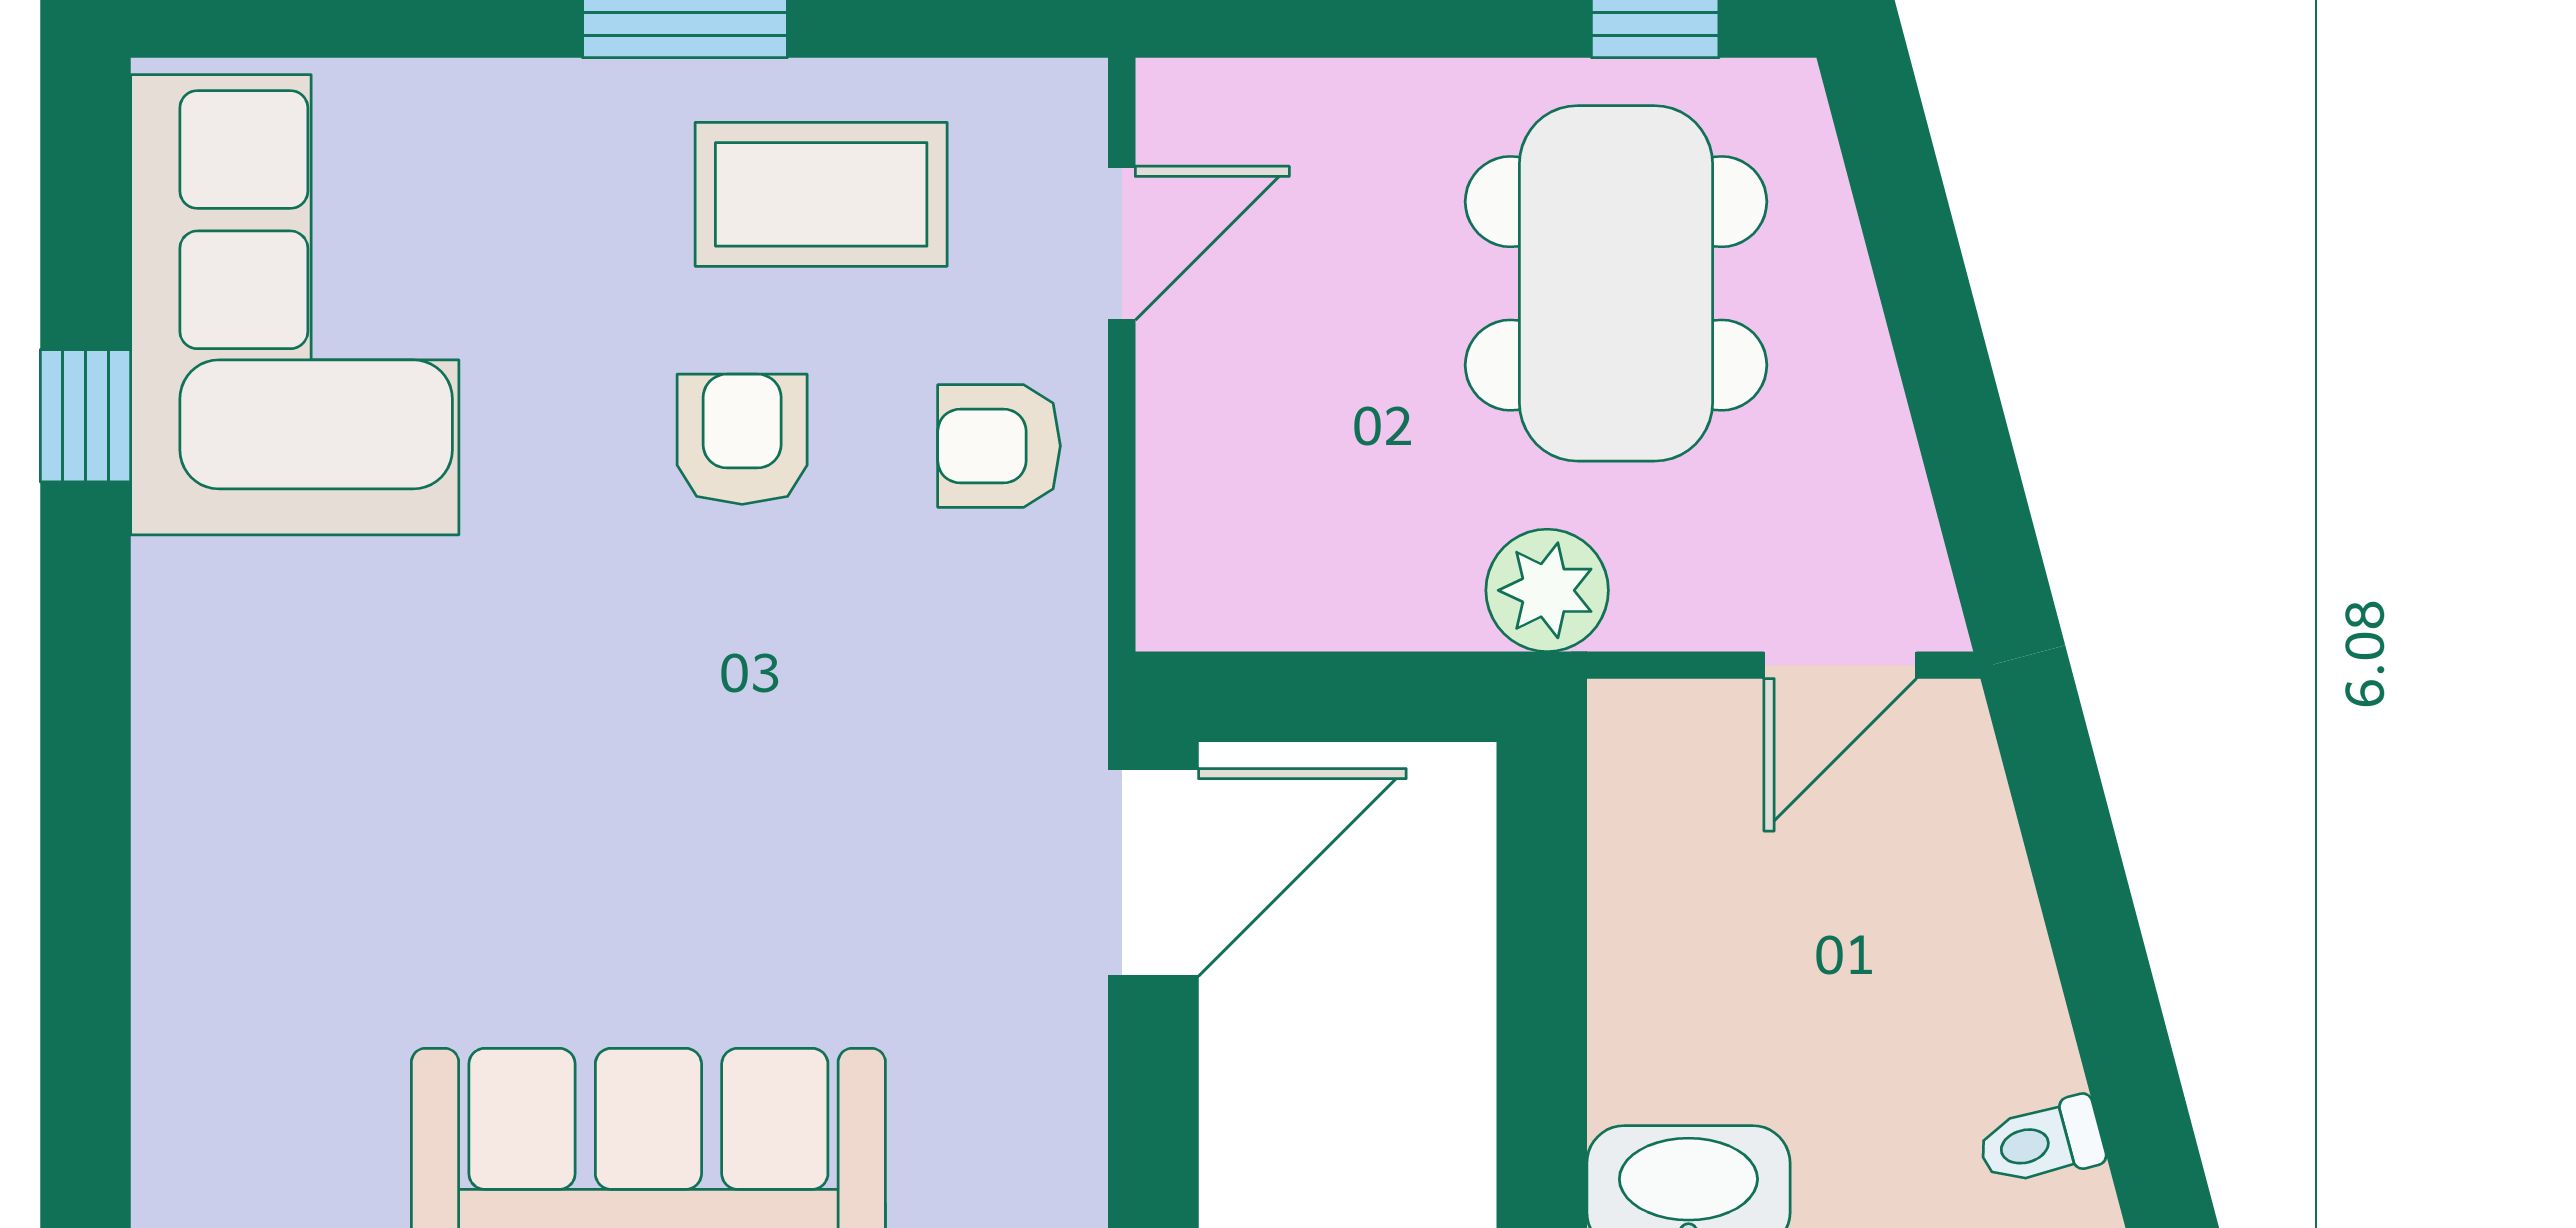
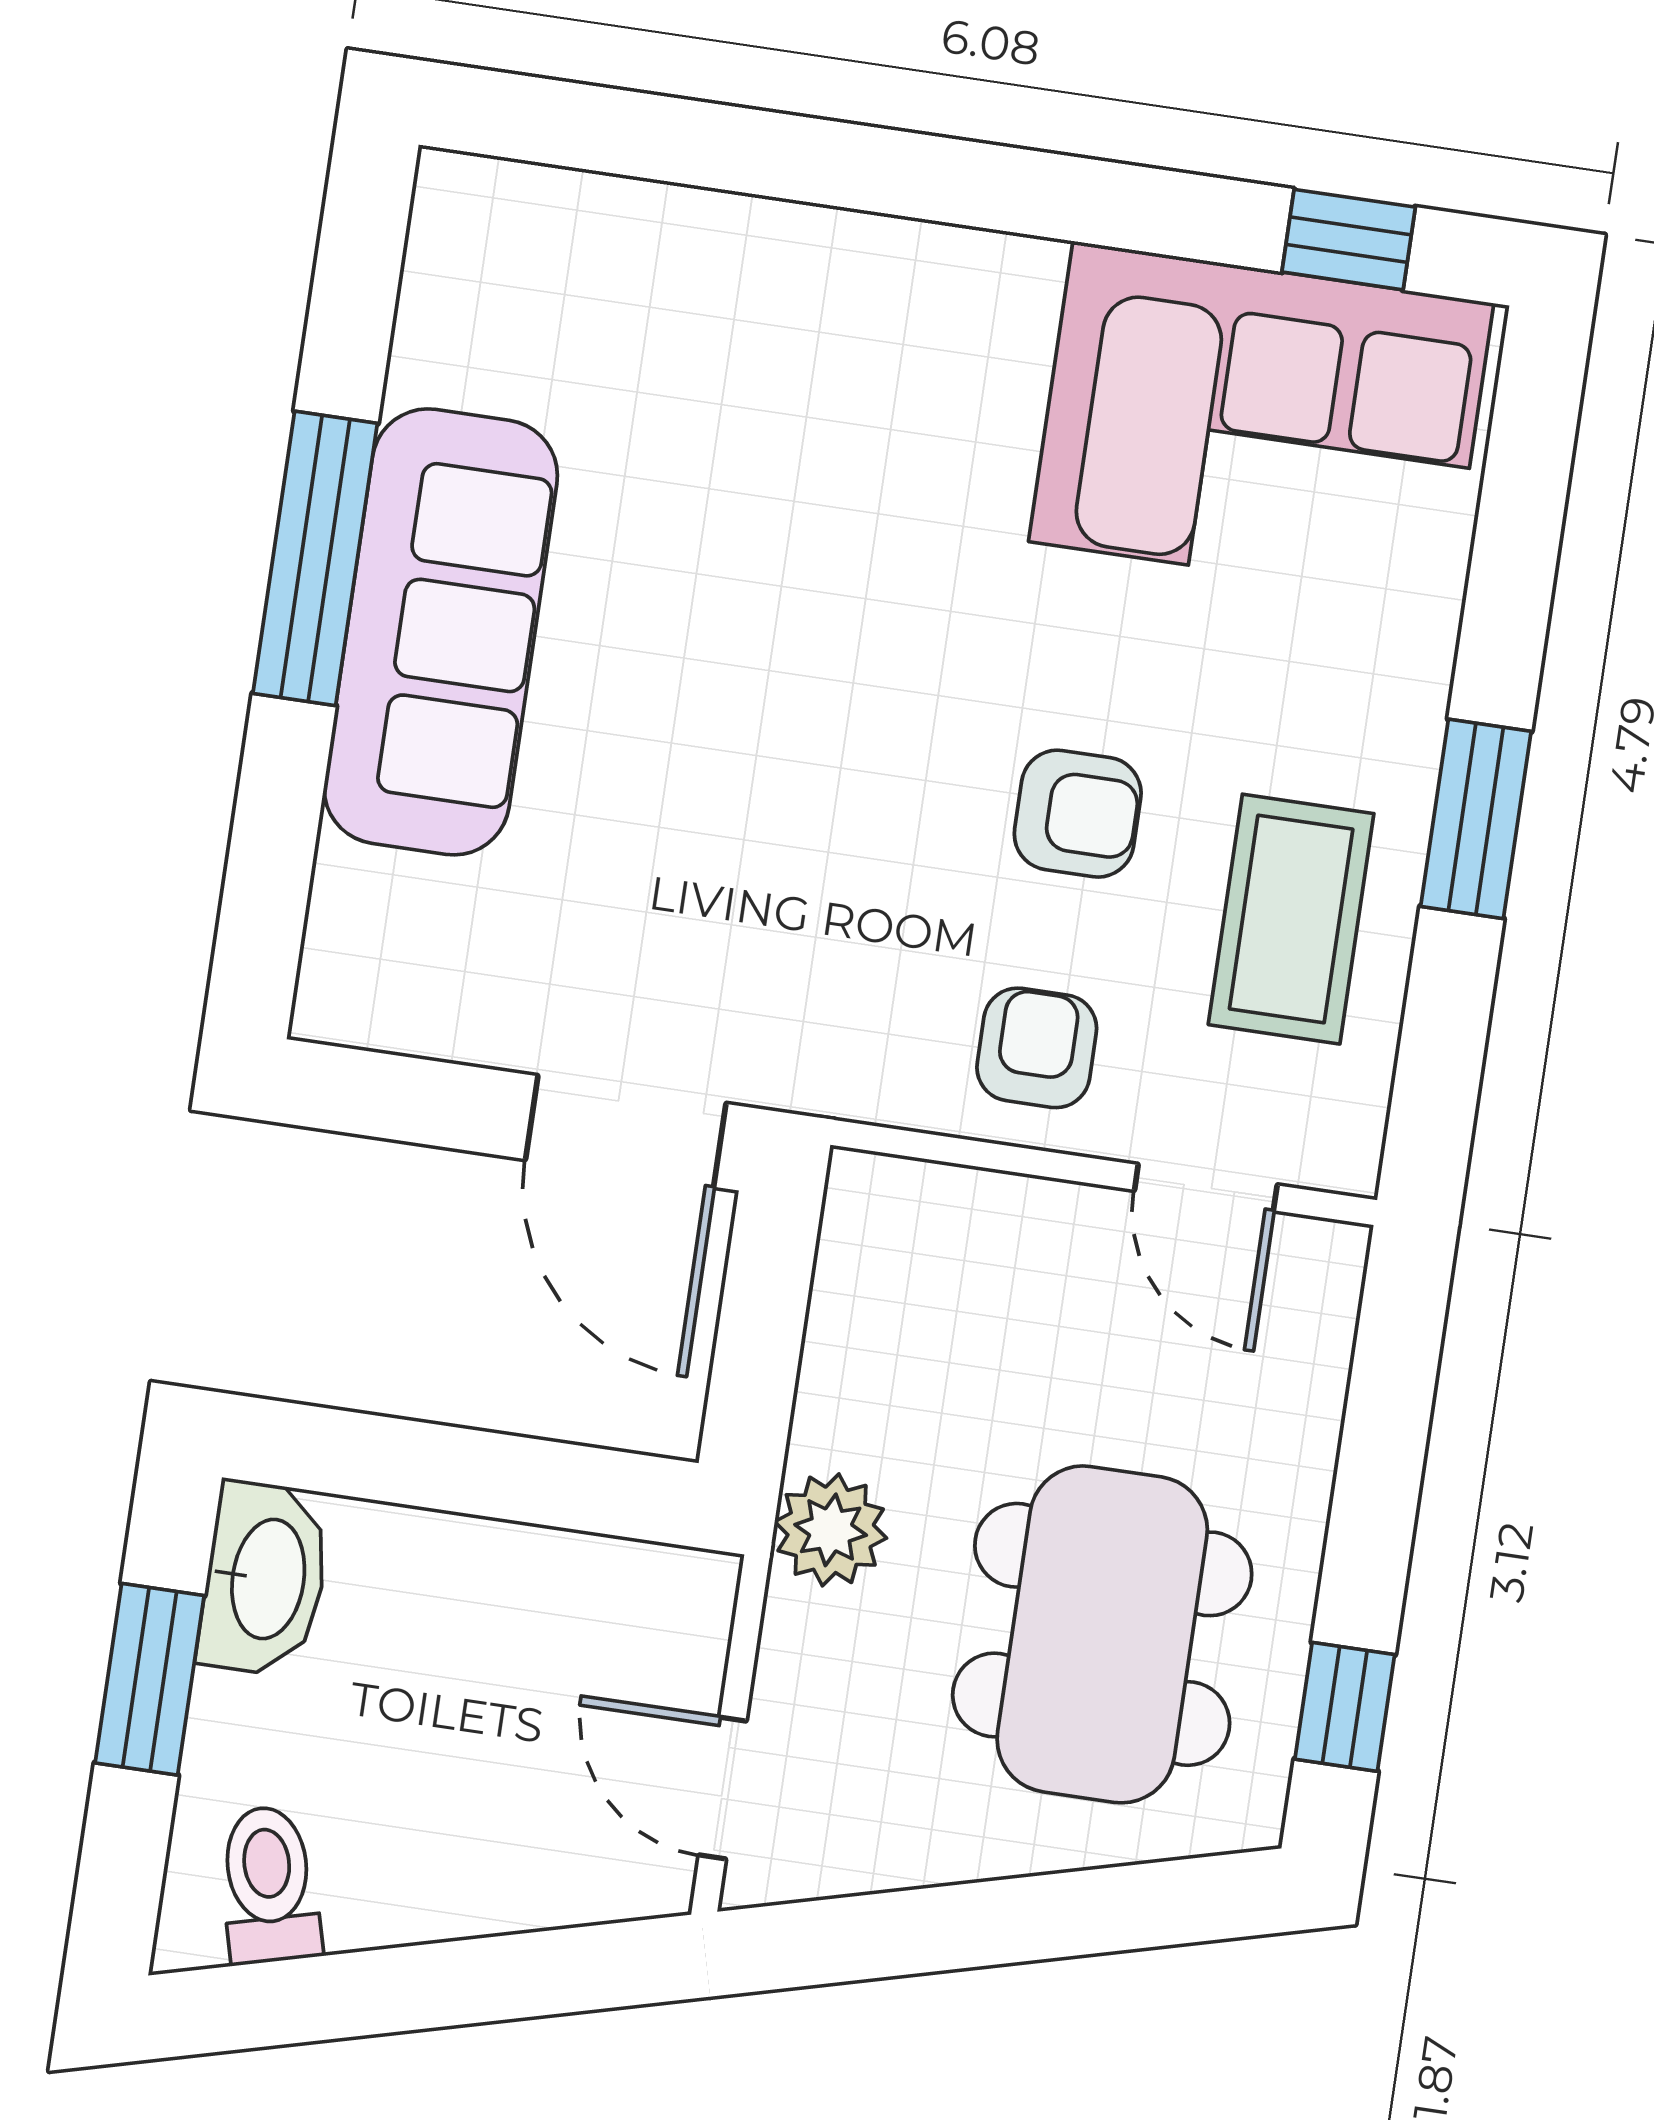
dining table: (1616, 283) -> (1102, 1634), turned 90
window: (85, 416) -> (1349, 240), moved
toilet: (2041, 1142) -> (269, 1885), width x1.37, depth x1.39

